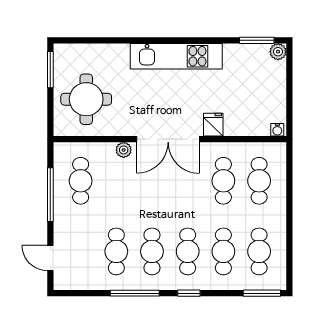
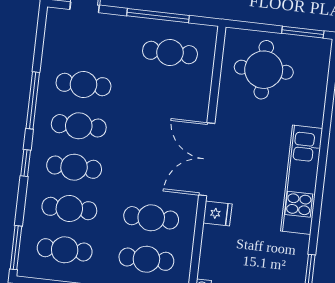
plant: (124, 150) -> (200, 106), removed

